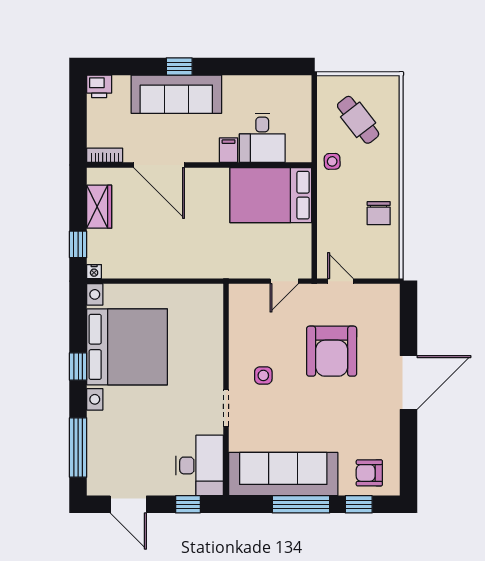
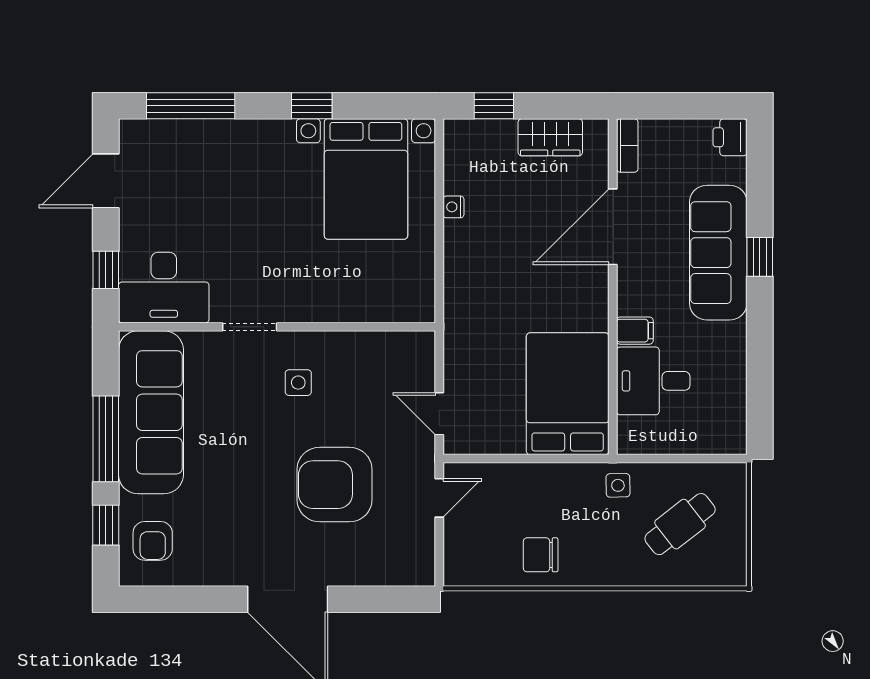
nightstand: (94, 272) -> (453, 207), moved
bed with nightstands: (127, 347) -> (366, 179), width x0.73
armchair: (369, 473) -> (153, 541), turned 180

